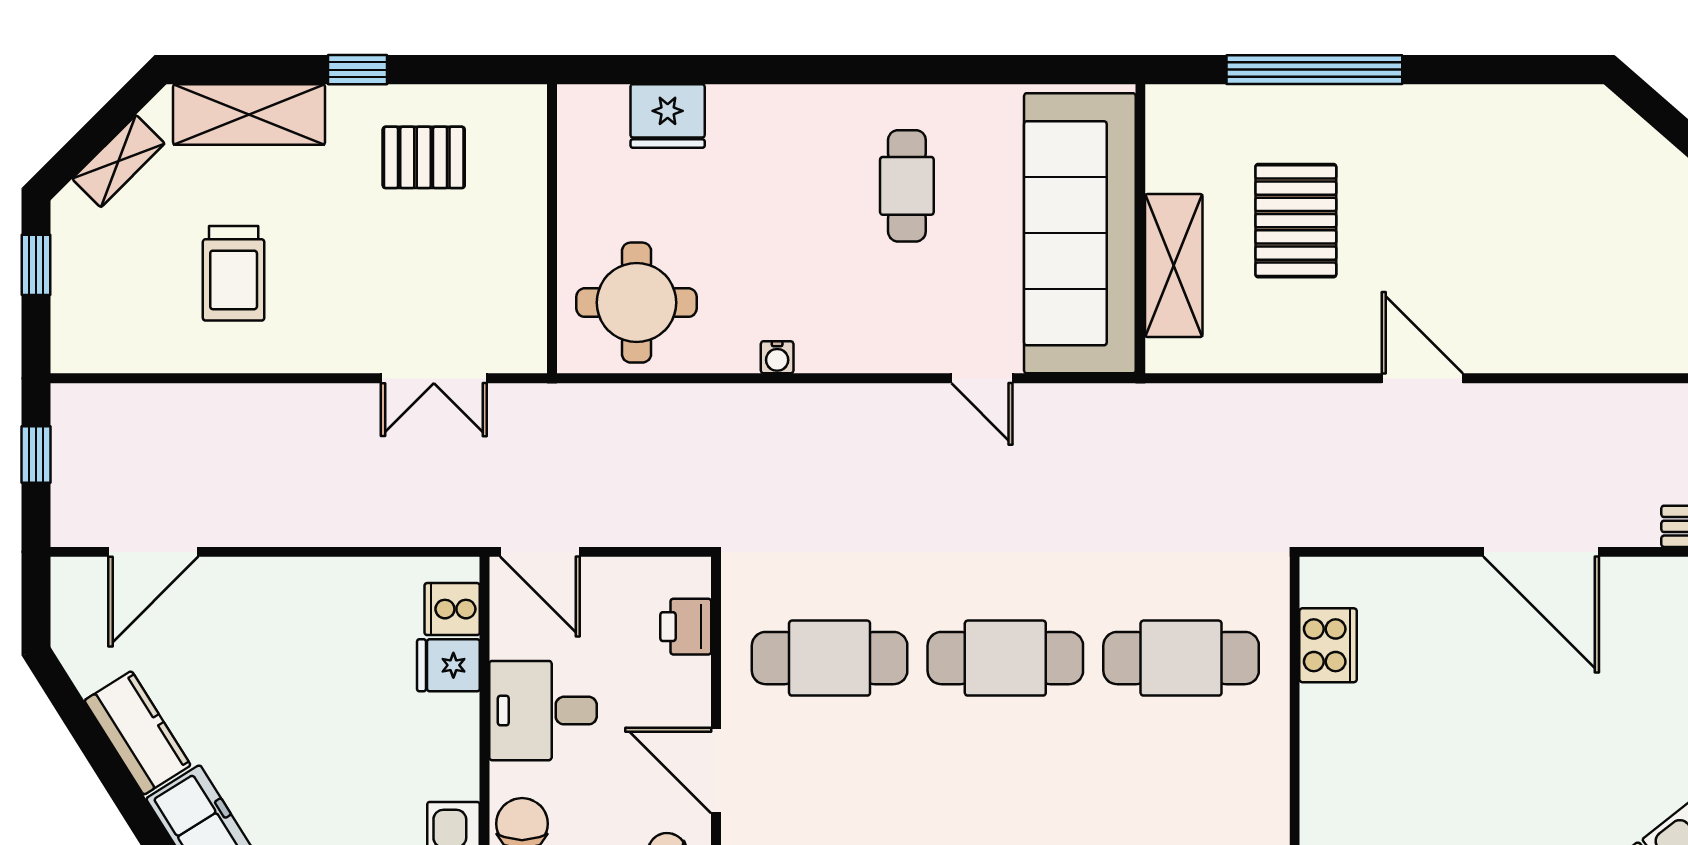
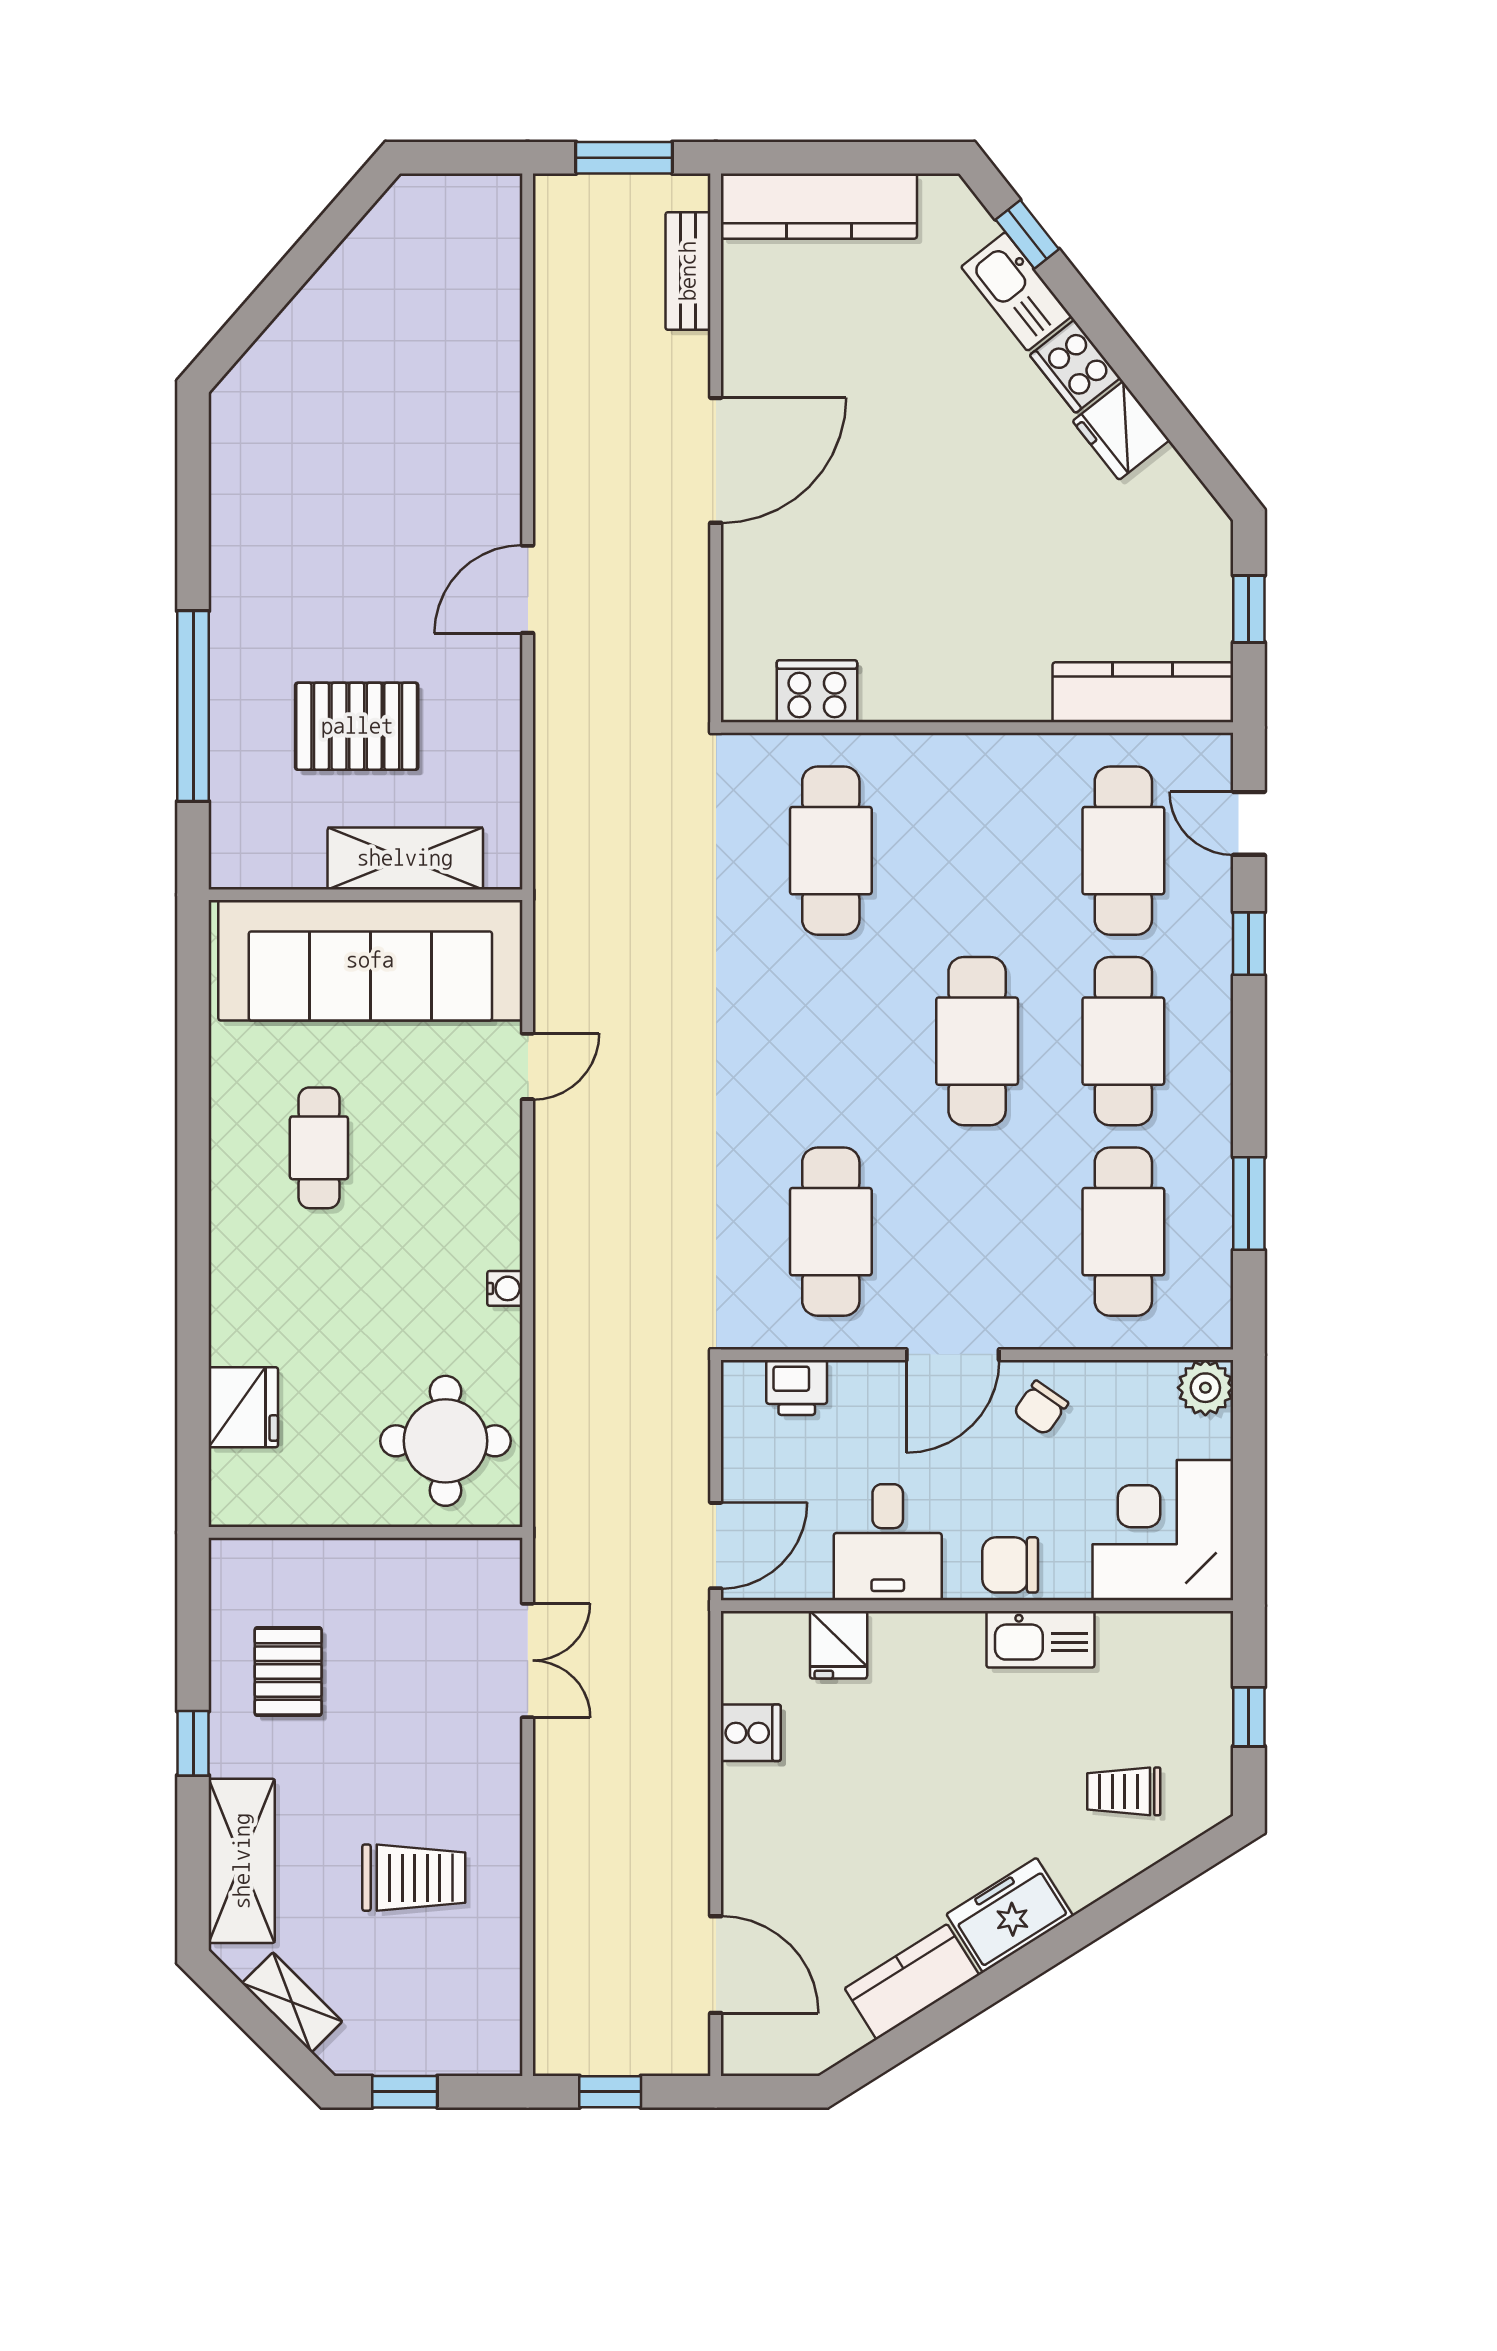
cafe table: (907, 186) -> (319, 1148), turned 90
cooker: (452, 609) -> (751, 1733), moved, turned -90
cafe table: (1005, 658) -> (977, 1041), moved

